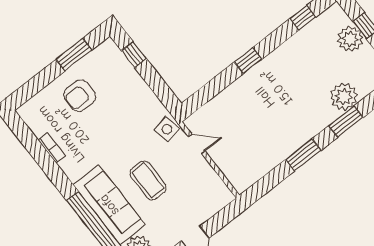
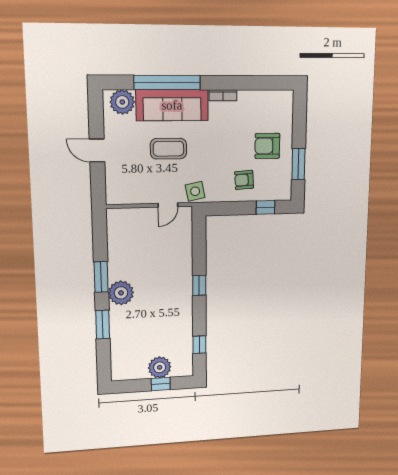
armchair: (124, 93) -> (244, 180), added
armchair: (80, 96) -> (267, 146), turned -90
plant: (344, 97) -> (121, 293), moved
bookcase: (52, 148) -> (223, 95), moved

